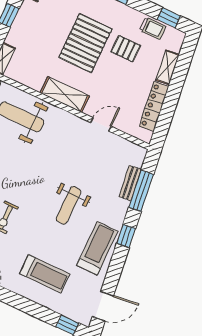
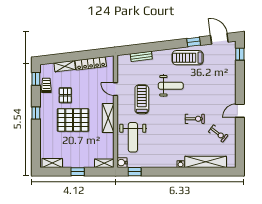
window: (141, 191) -> (143, 48), removed
window: (126, 236) -> (194, 42), moved
treadmill: (45, 274) -> (142, 99), moved

